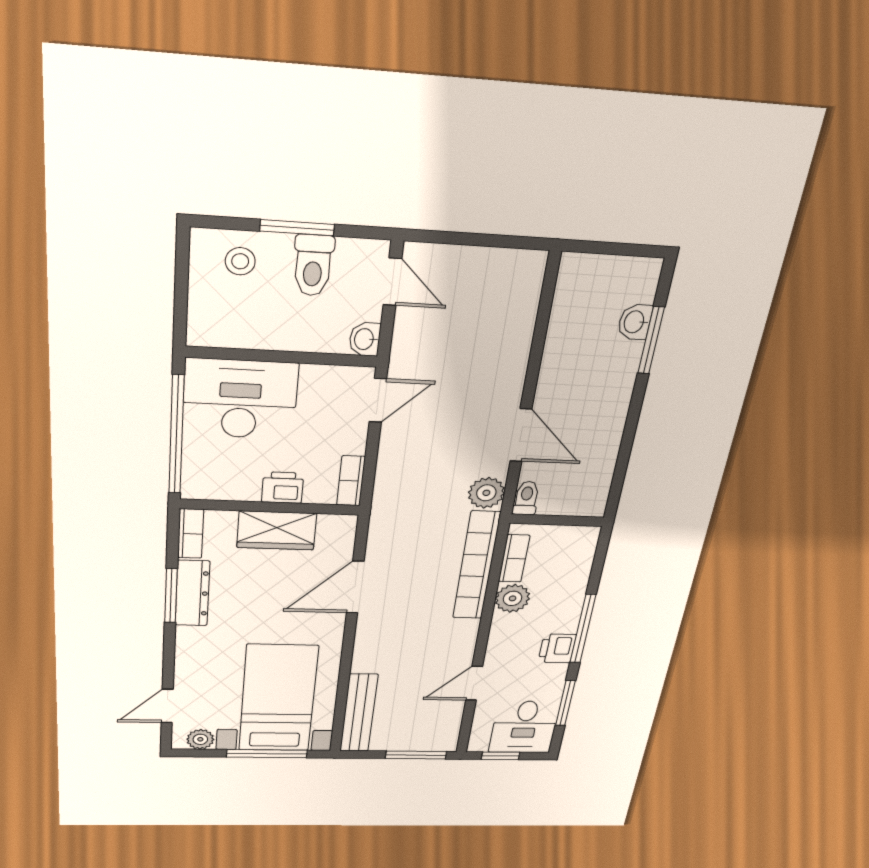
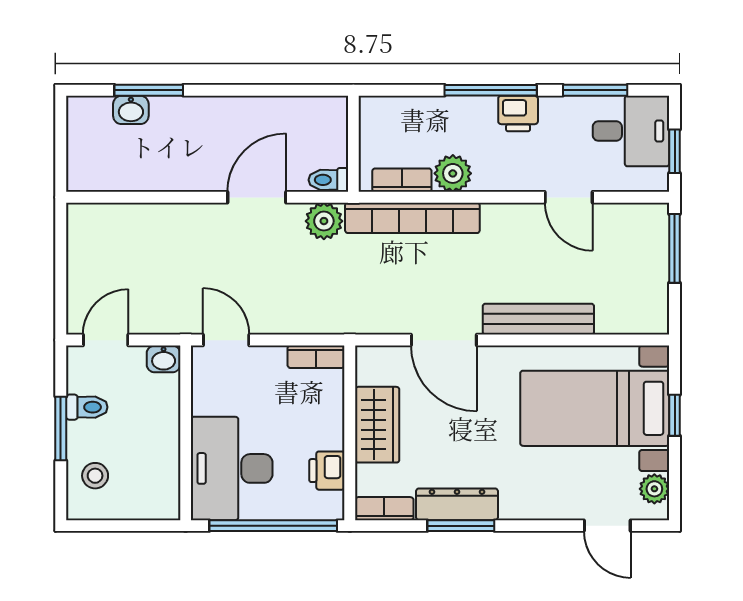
toilet: (313, 265) -> (87, 407), width x0.73, depth x0.72
printer: (283, 488) -> (327, 471), moved
bench: (359, 713) -> (538, 319), moved
window: (267, 754) -> (675, 415), width x0.46

